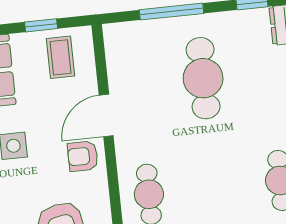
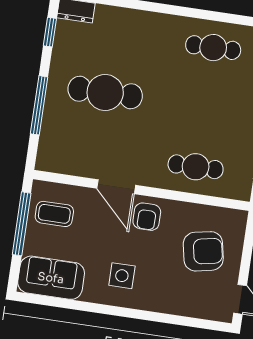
window: (41, 25) -> (22, 224), width x2.17

